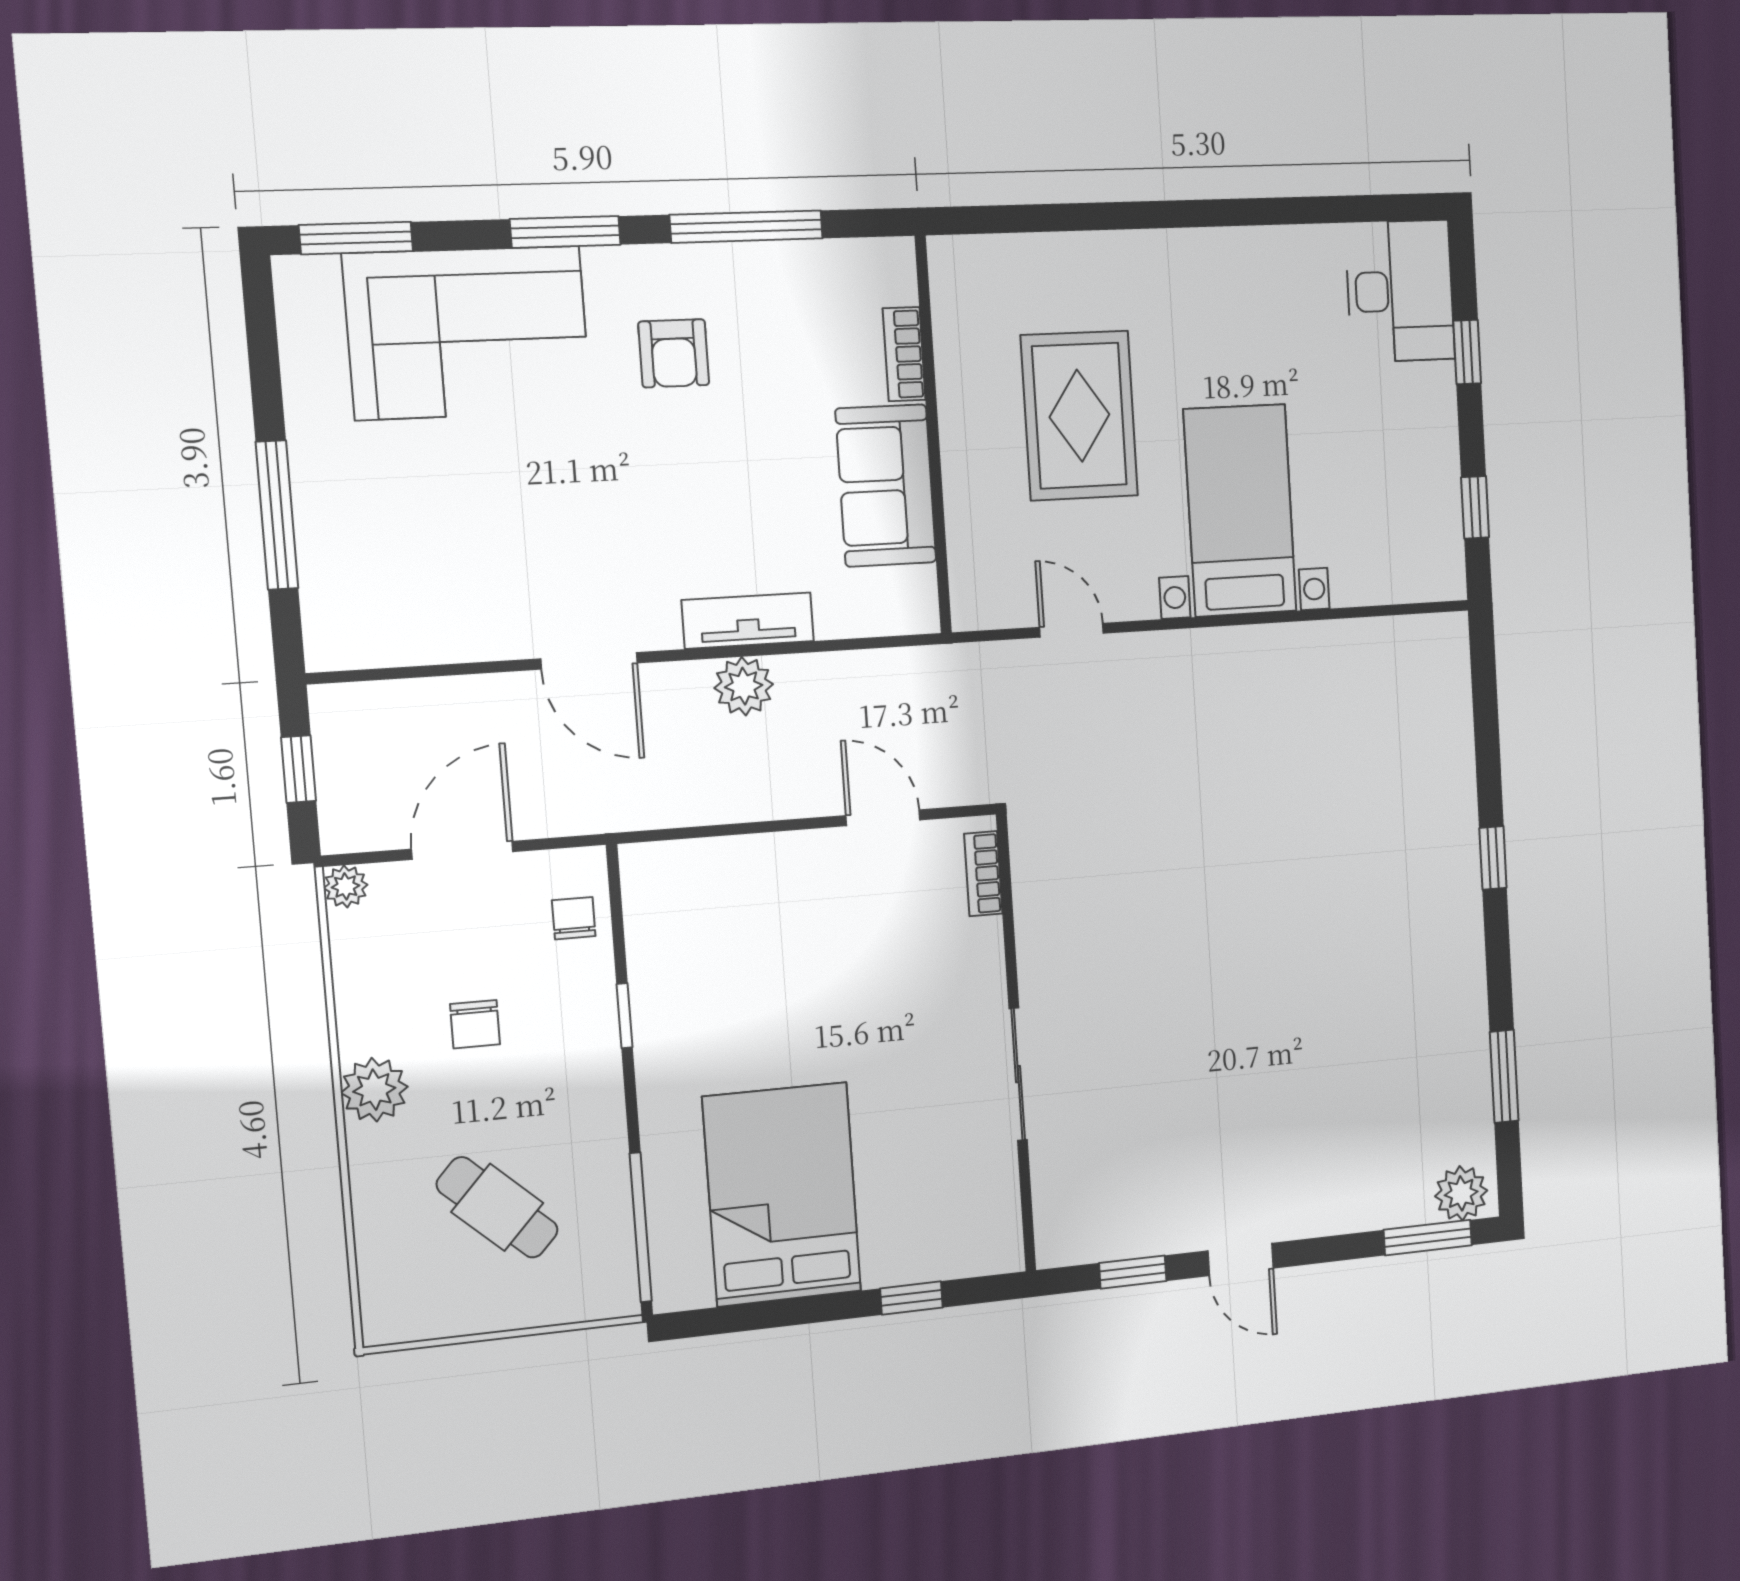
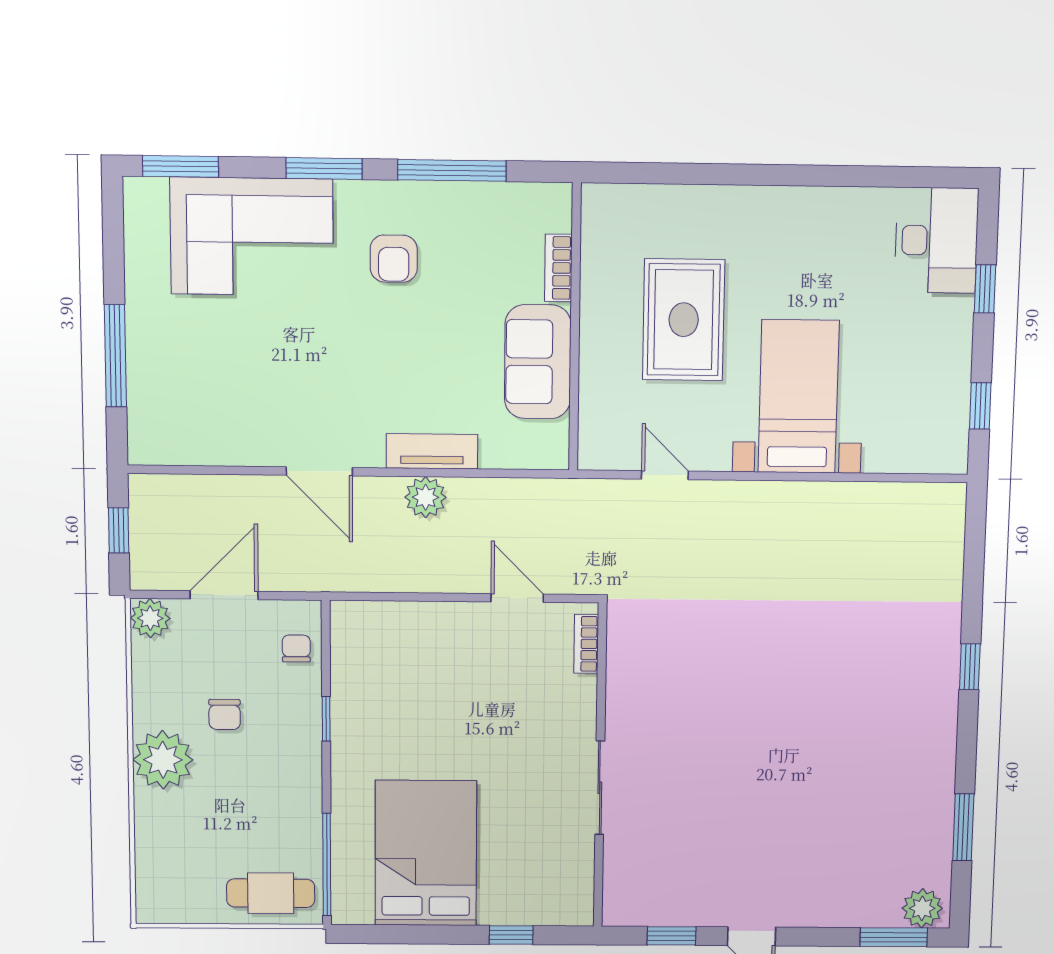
plant: (346, 886) -> (150, 618), width x1.38, depth x1.38
plant: (374, 1090) -> (163, 760), width x1.36, depth x1.36
cafe table: (497, 1207) -> (271, 893), moved, turned -43

